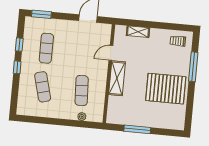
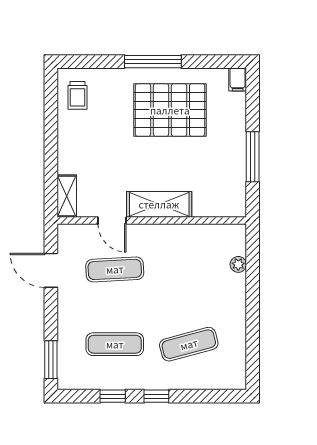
shelving: (138, 32) -> (67, 196), moved
window: (193, 67) -> (153, 62), moved
pallet: (166, 89) -> (170, 110), turned 90
exercise mat: (82, 91) -> (115, 269), moved
filing cabinet: (178, 125) -> (238, 79), added

